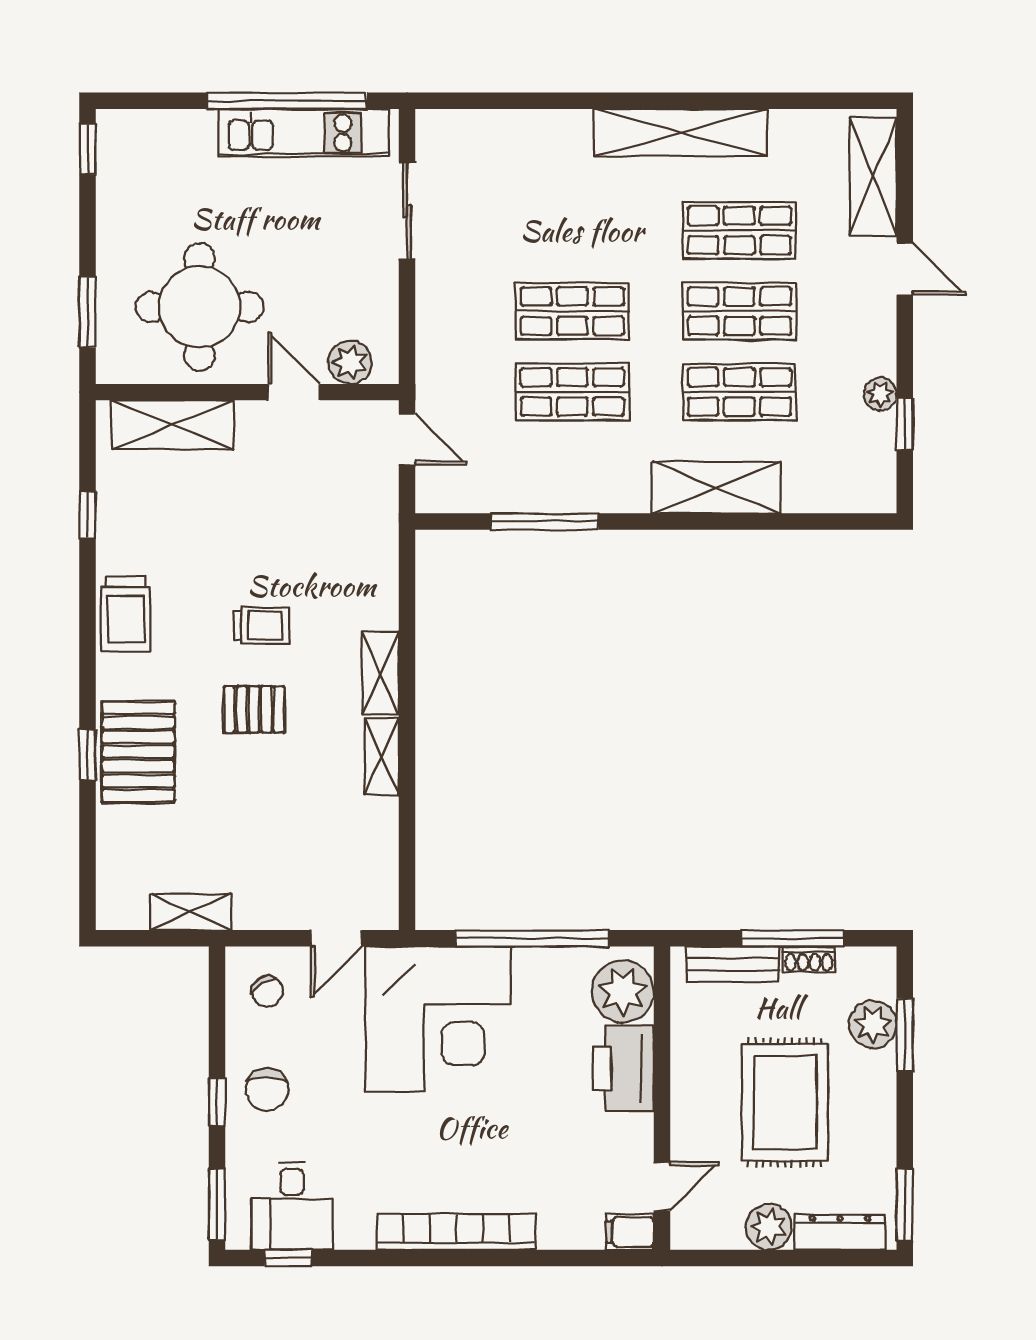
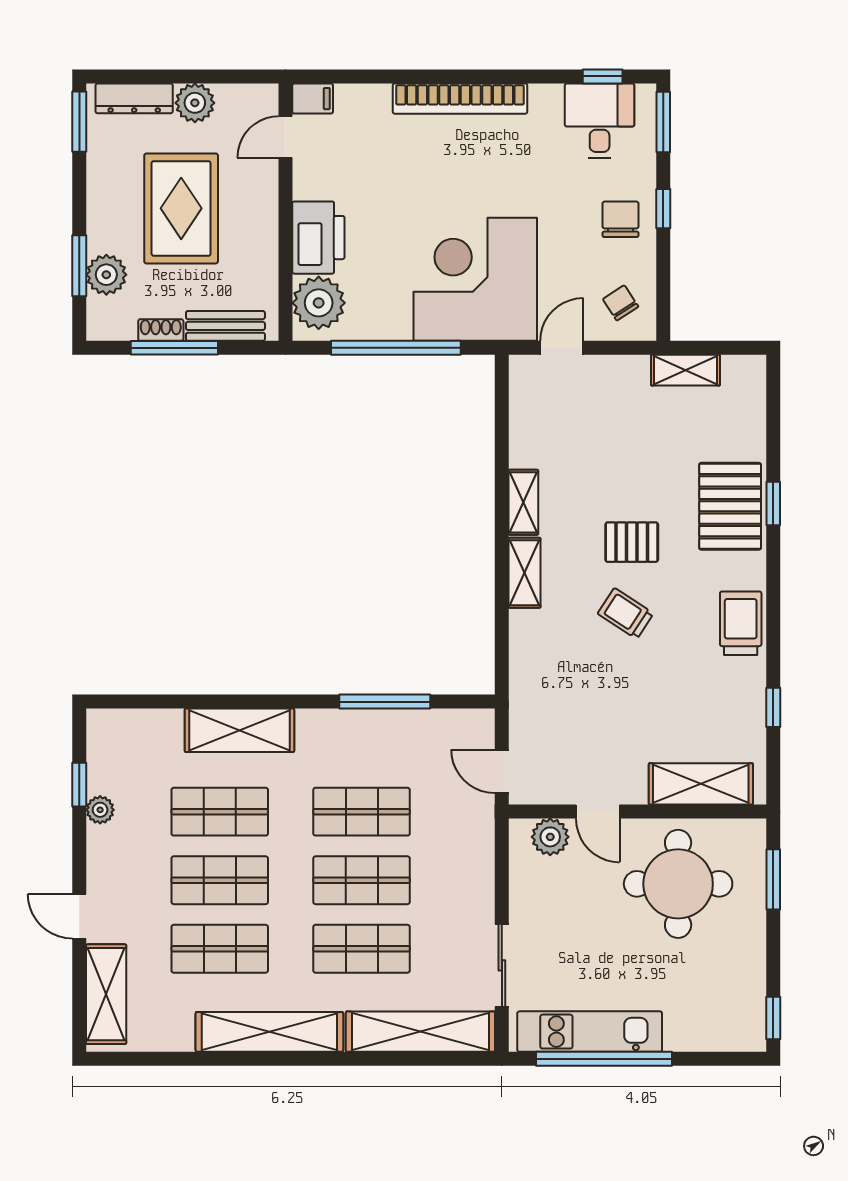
shelving: (503, 133) -> (420, 1032), added
shop shelf: (572, 230) -> (362, 949), added
trolley: (261, 625) -> (626, 614), turned 33

